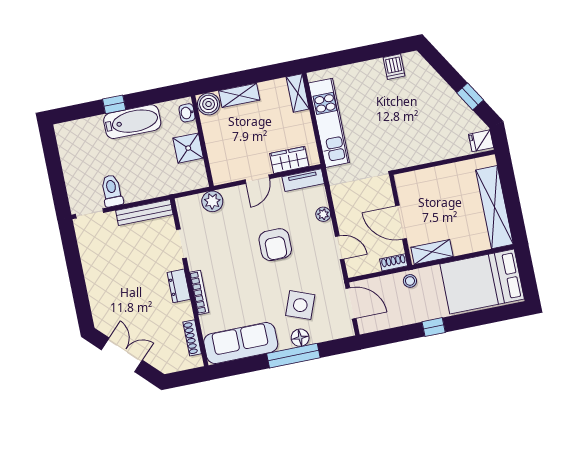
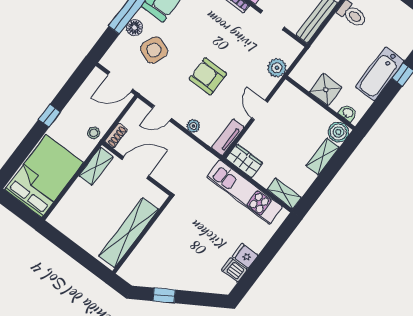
fridge: (481, 141) -> (245, 256), moved, turned -90
wardrobe: (289, 160) -> (244, 161), moved, turned -90
shelving: (494, 207) -> (129, 233), moved, turned 90

